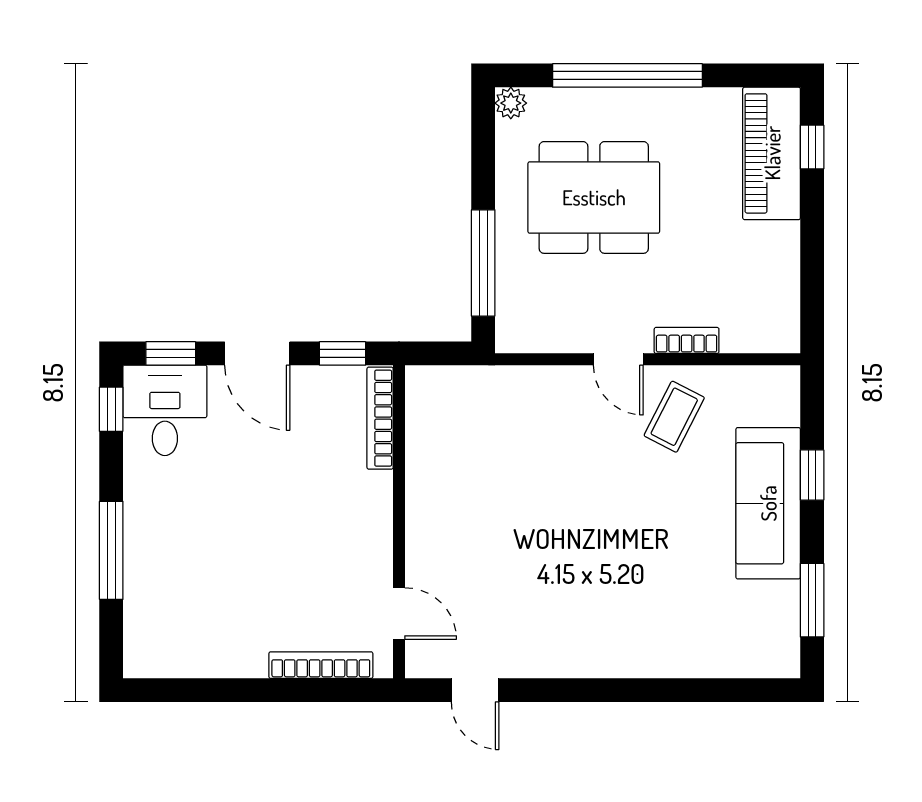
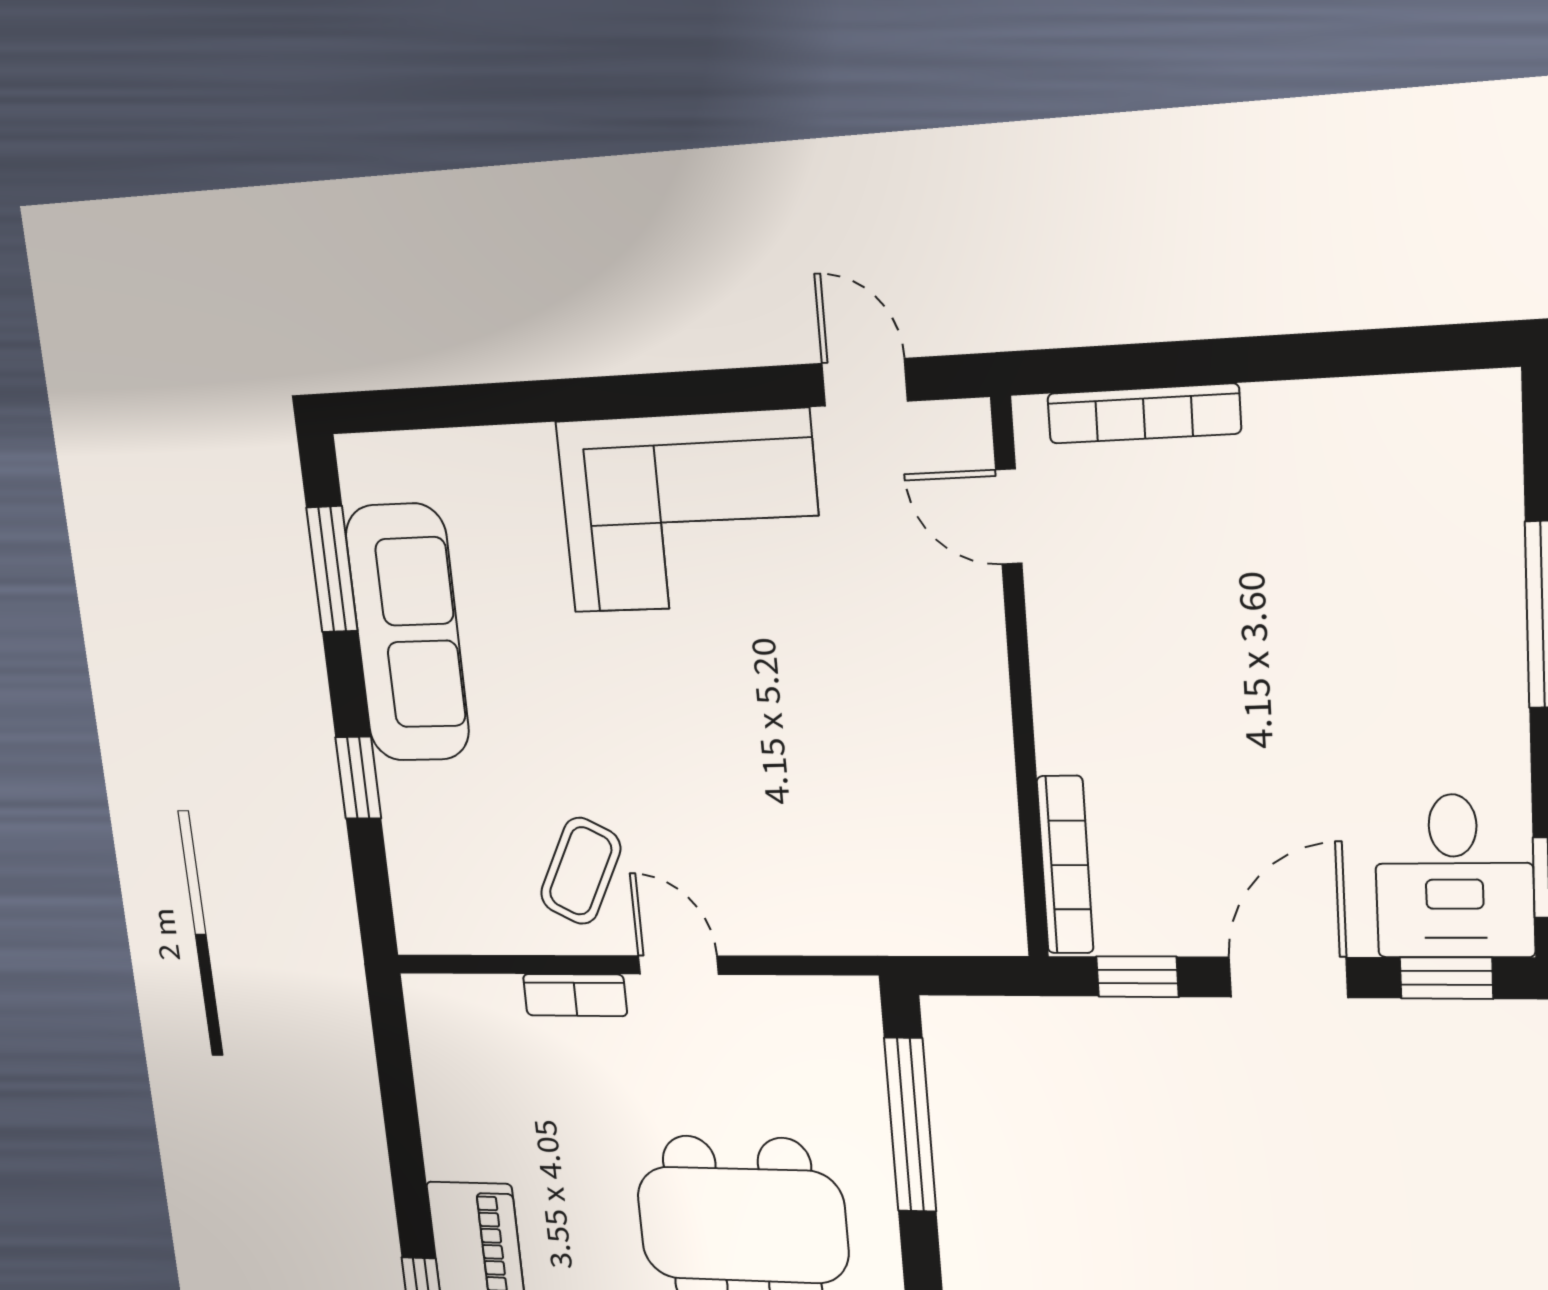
door: (257, 353) -> (1288, 977), hinge flipped
sofa: (768, 503) -> (408, 633), moved
corner sofa: (584, 624) -> (690, 512), added

